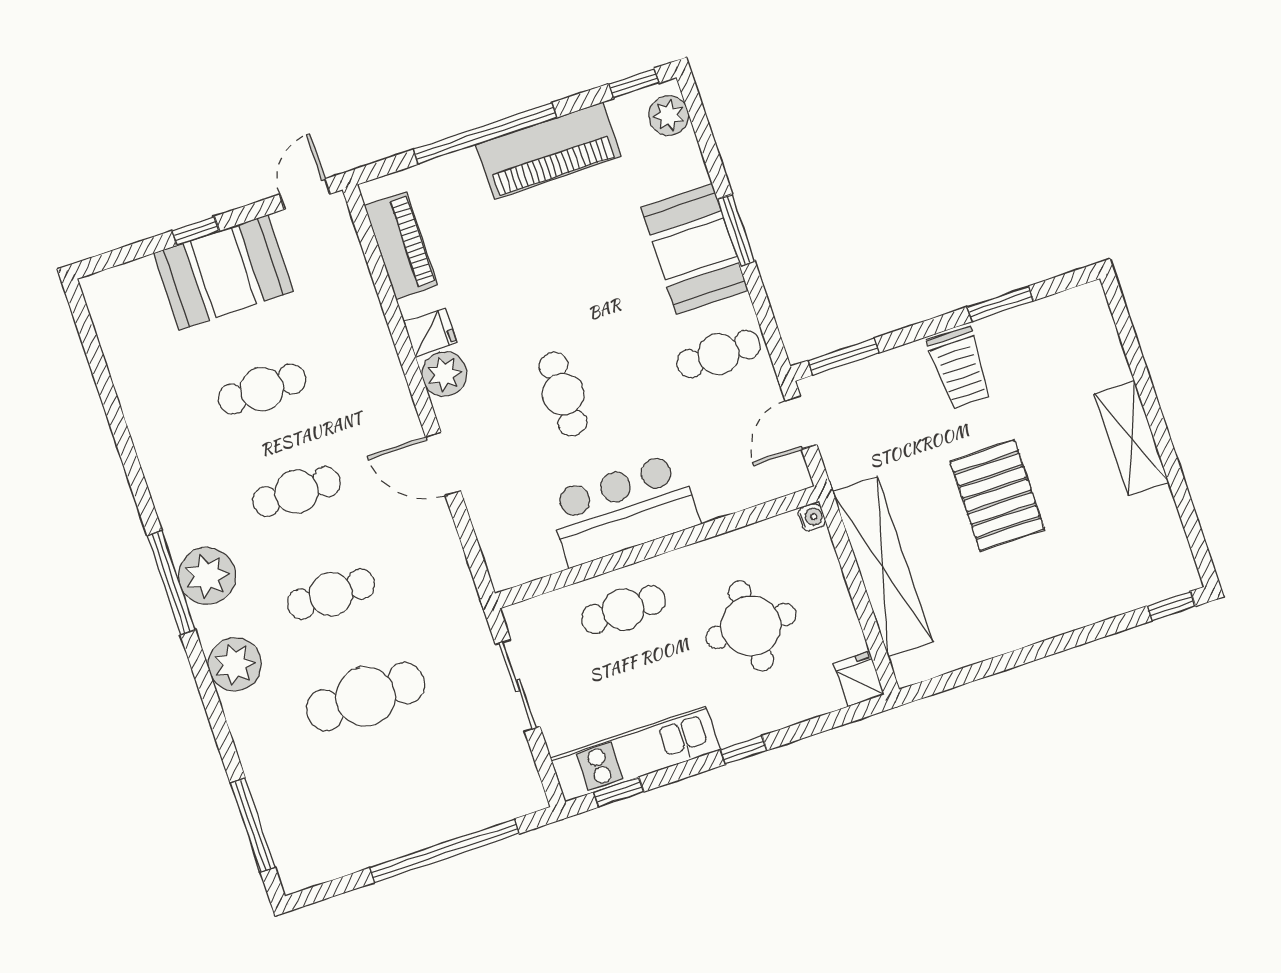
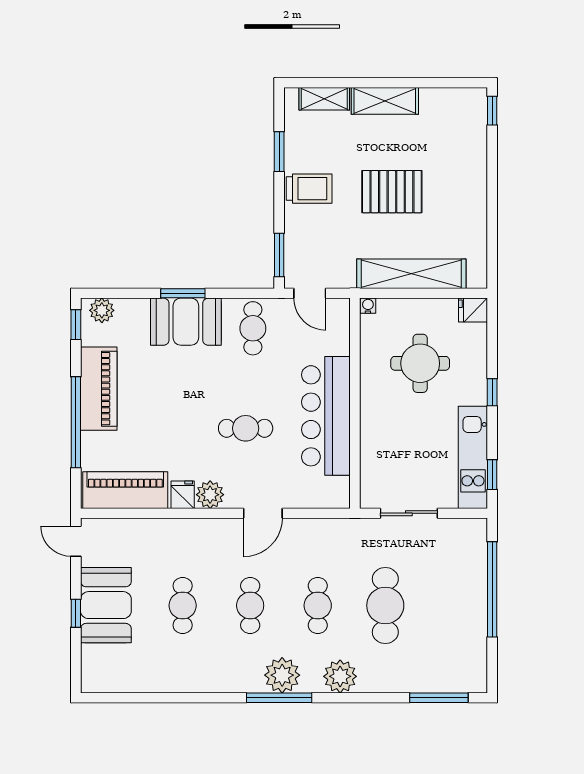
piano: (401, 245) -> (125, 490), width x1.37, depth x1.33
shelving: (1104, 345) -> (324, 99), added
bar counter: (623, 510) -> (326, 416), width x1.36
cafe table: (623, 609) -> (385, 436), removed

